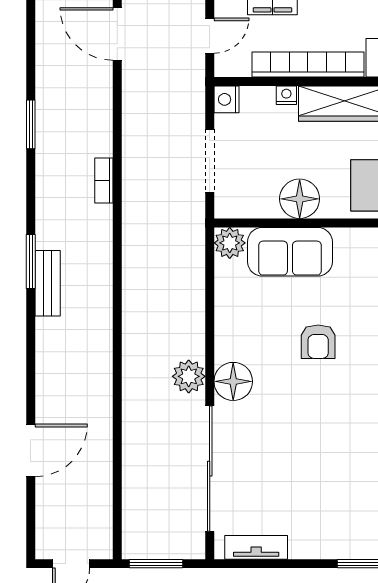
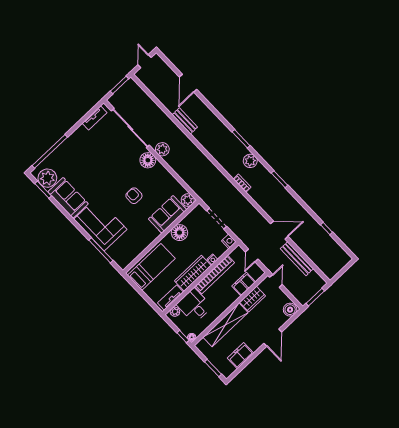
plant: (52, 206) -> (250, 161), added
bench: (48, 283) -> (185, 121), moved

